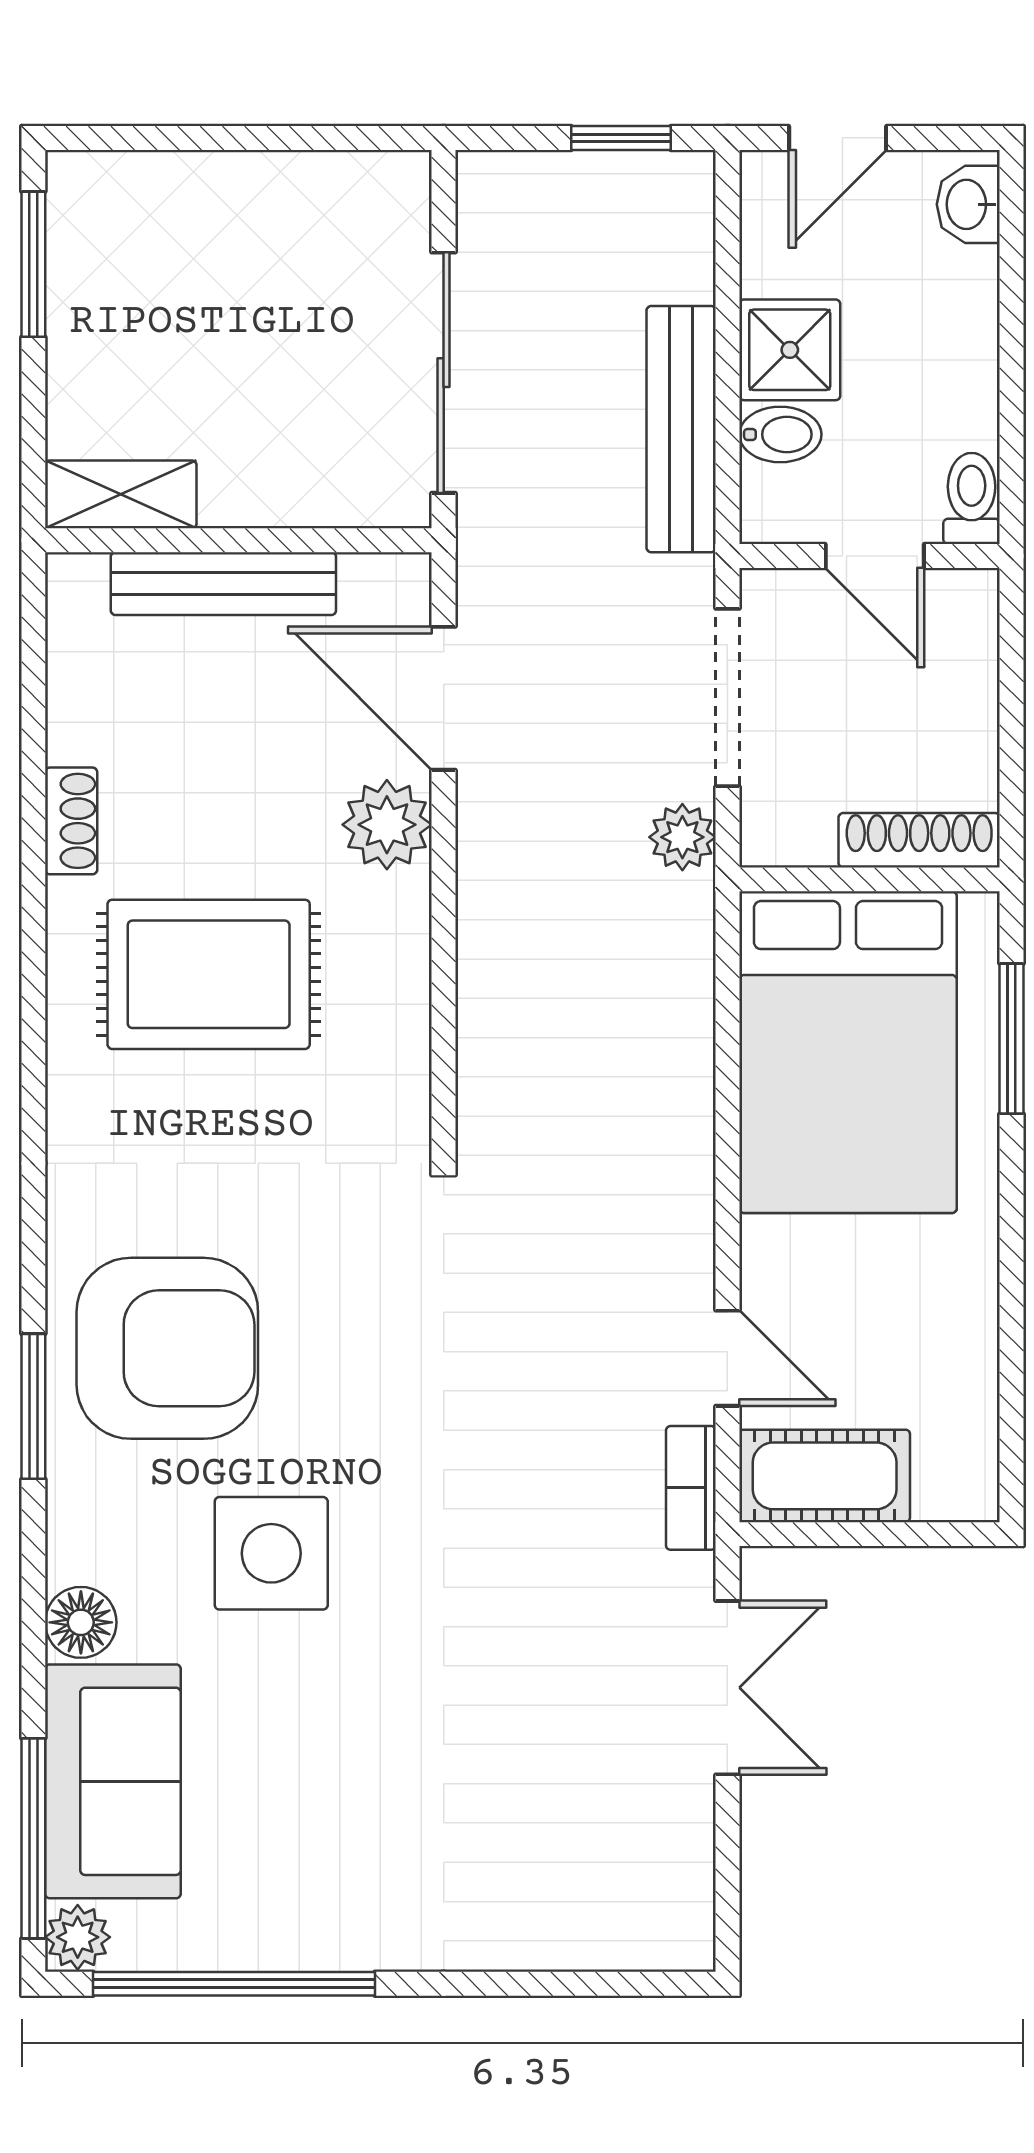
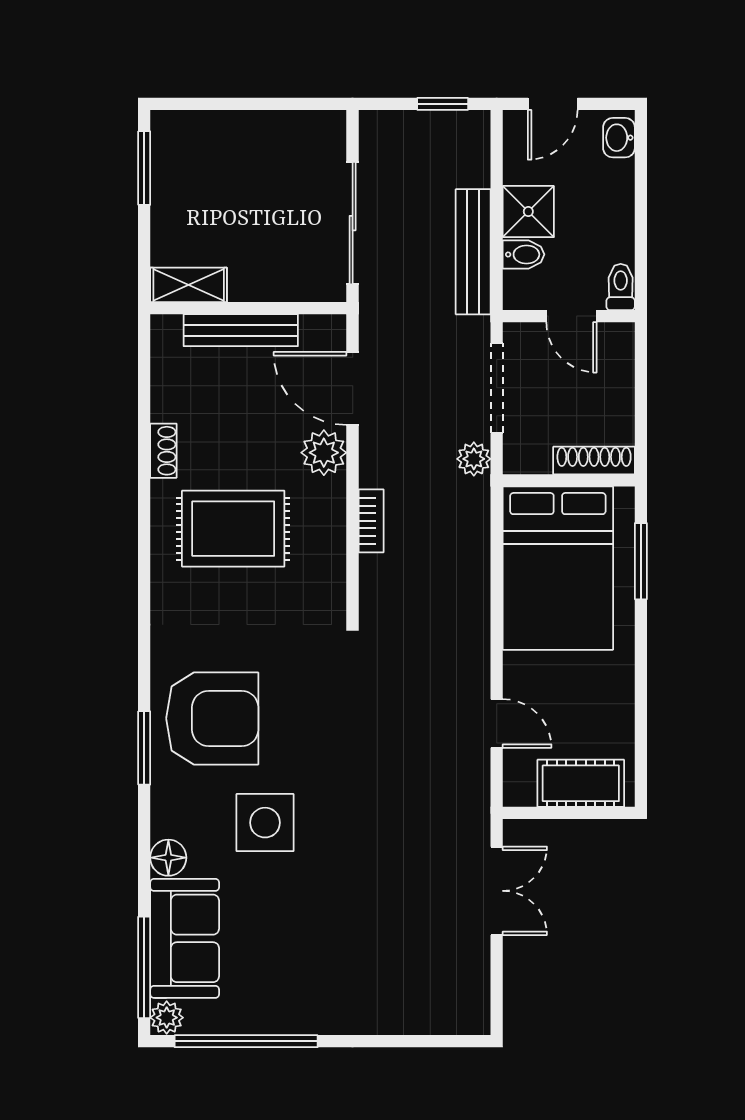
cot: (825, 1476) -> (581, 783), moved
bookcase: (691, 1488) -> (371, 521), moved, turned 180

